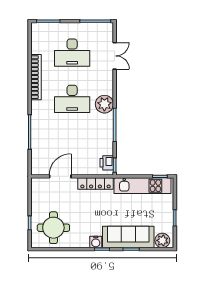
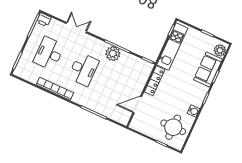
desk: (72, 53) -> (49, 53), turned 180
double door: (115, 56) -> (76, 28), moved
plant: (104, 104) -> (113, 54), moved
printer: (107, 163) -> (44, 20), moved
door: (60, 176) -> (137, 105), hinge flipped
sofa: (128, 237) -> (208, 69), width x0.73
water cooler: (96, 242) -> (193, 111), moved

